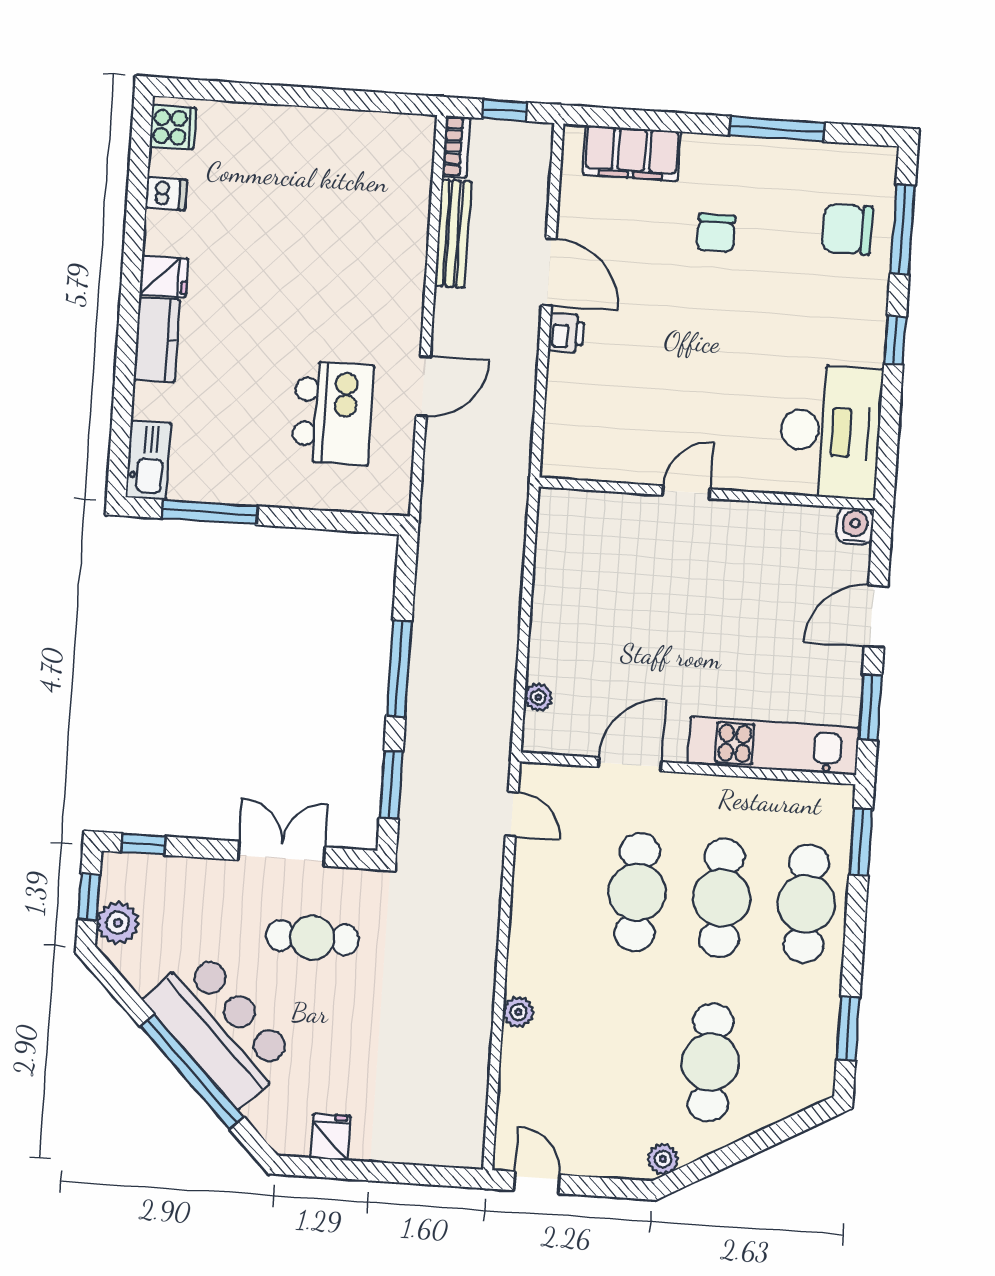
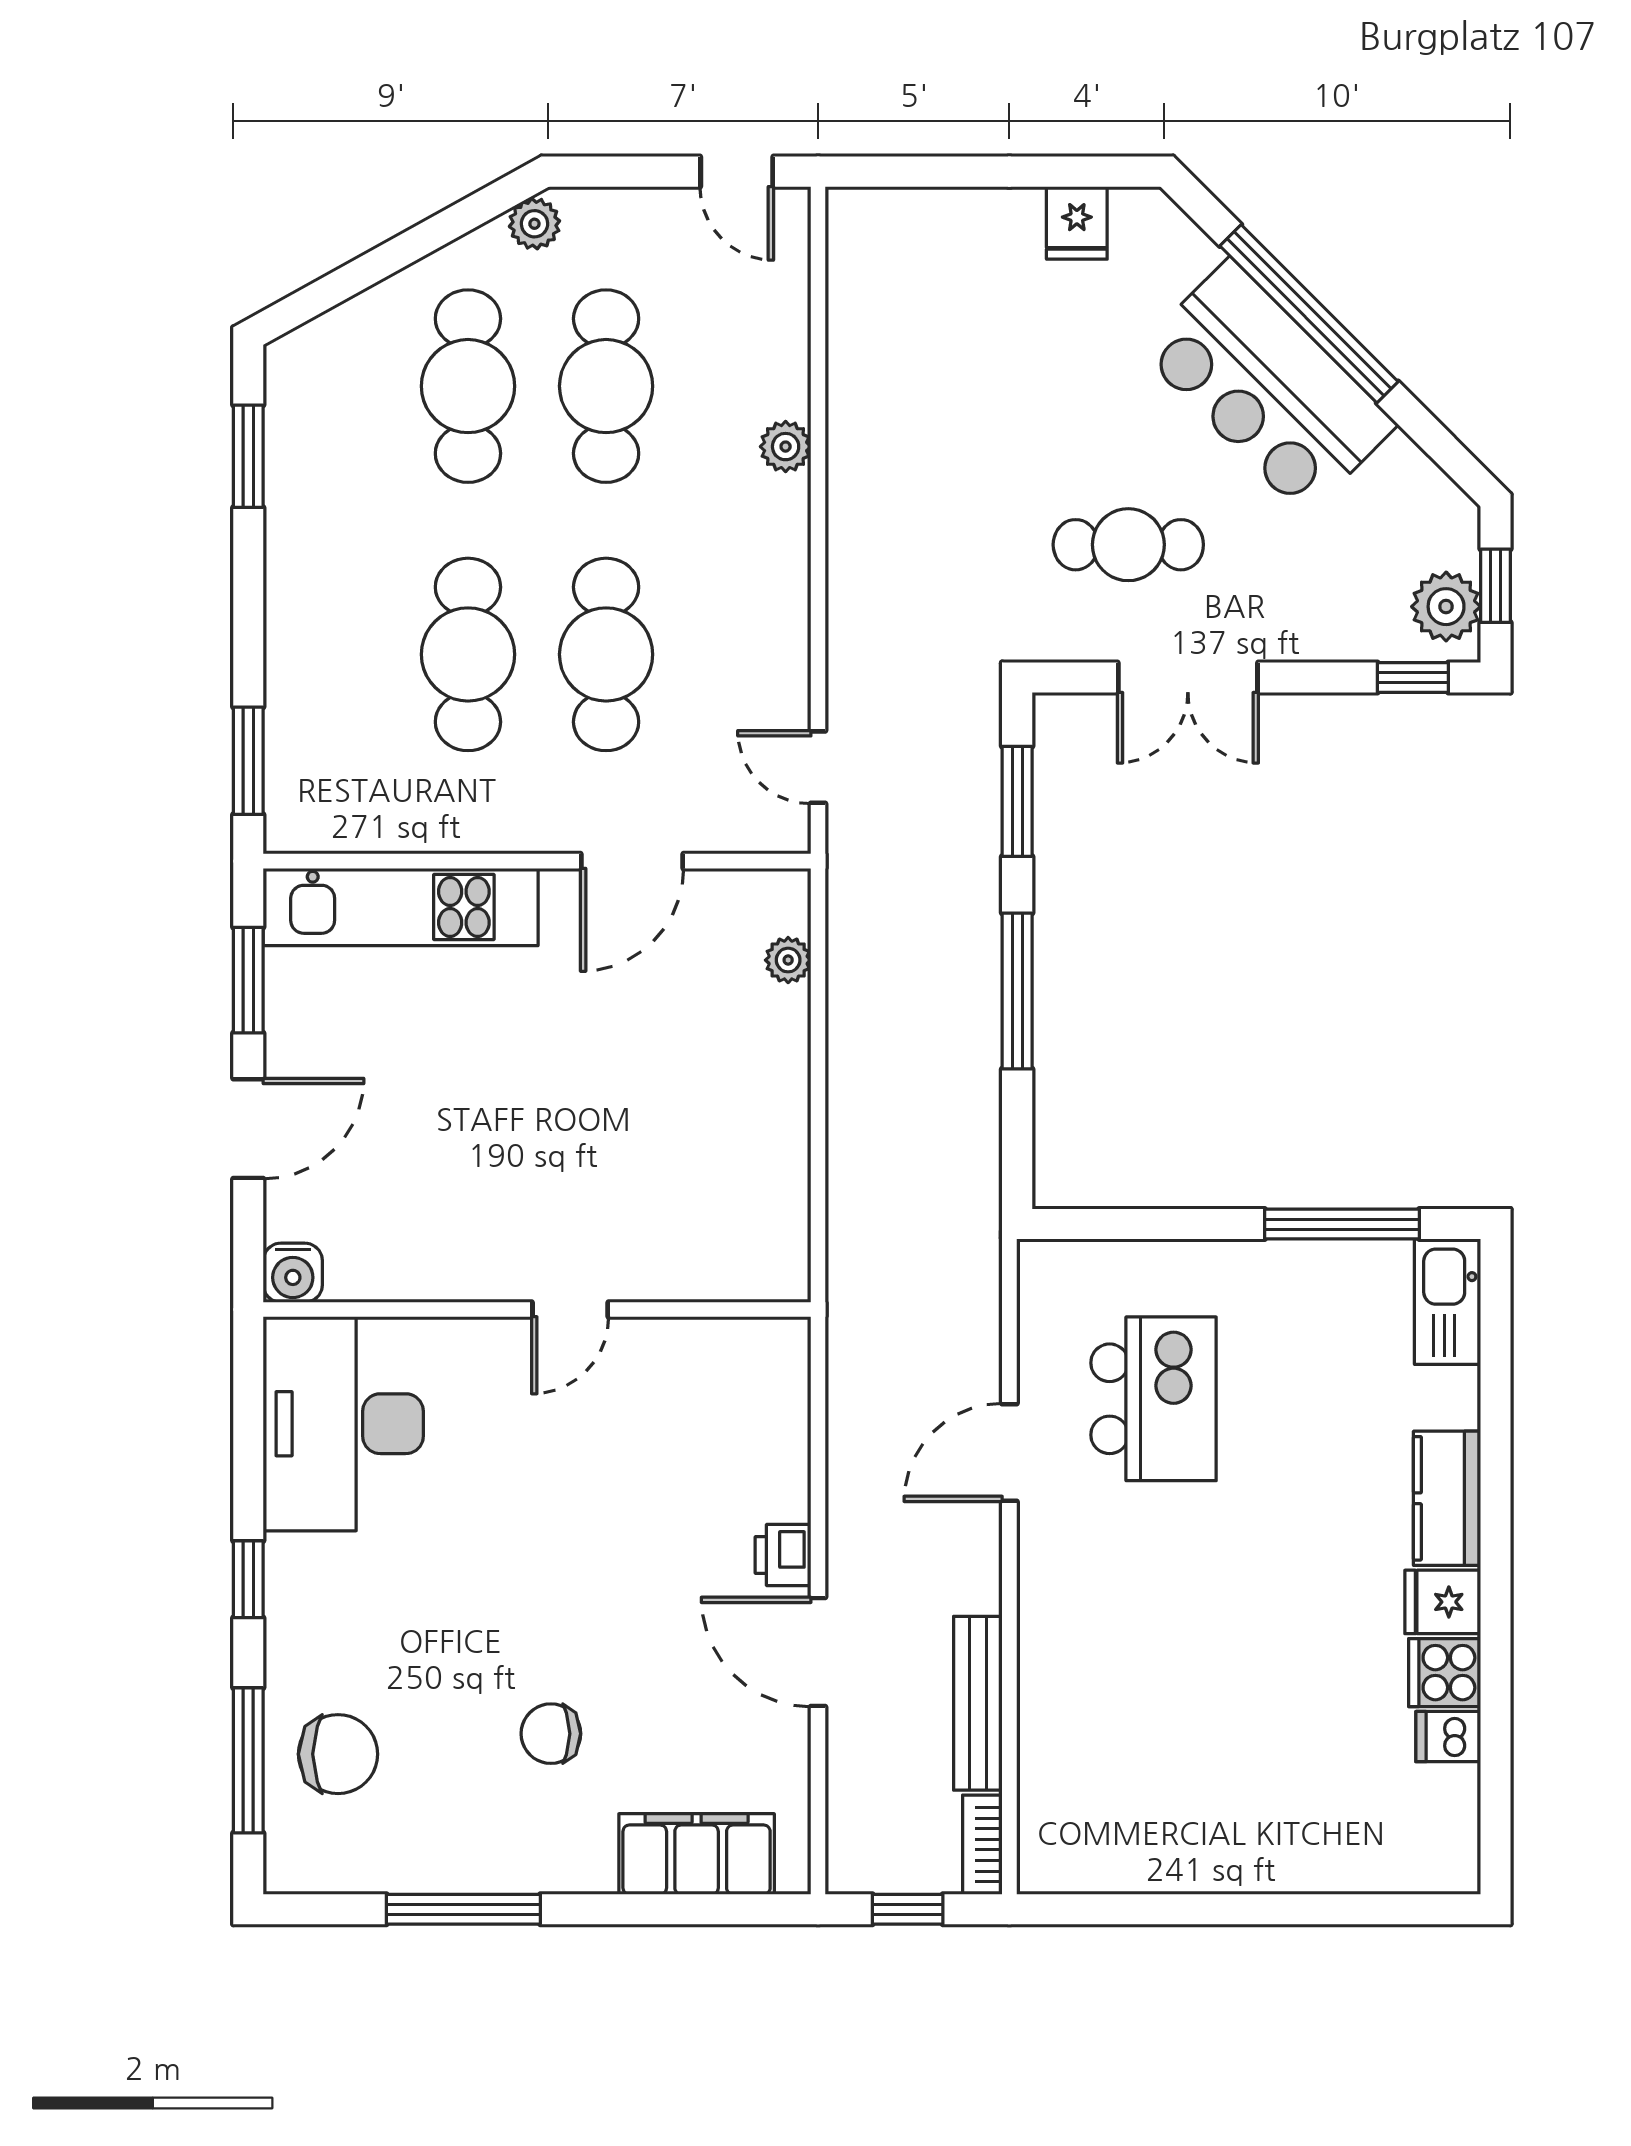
cooker: (173, 127) -> (1445, 1673), moved
chair: (716, 233) -> (551, 1734), turned -90
kitchen island: (333, 413) -> (1153, 1399), turned 180
cafe table: (806, 904) -> (606, 386), moved
plant: (118, 923) -> (1446, 607), moved

